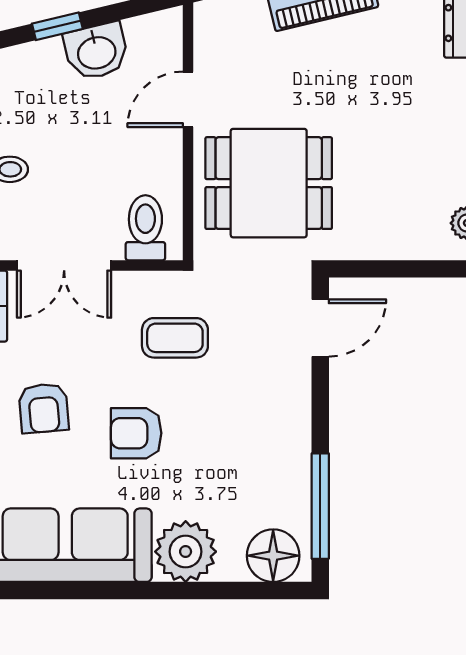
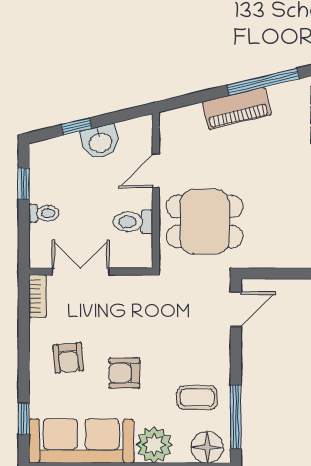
toilet: (145, 228) -> (133, 222), moved, turned -90
double door: (64, 265) -> (81, 271), swing flipped
coffee table: (175, 338) -> (197, 398), moved

